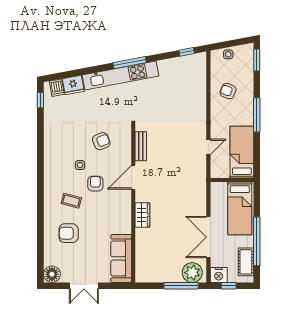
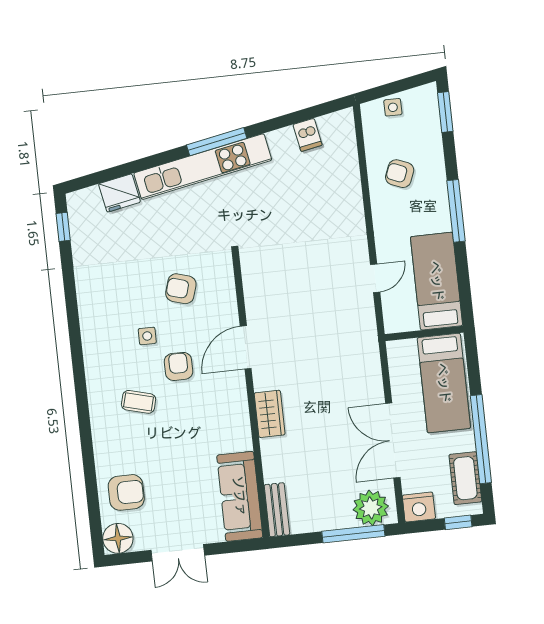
window: (187, 52) -> (317, 111), removed
dishwasher: (57, 88) -> (308, 135), moved
armchair: (101, 141) -> (181, 289), turned -141
bench: (141, 146) -> (277, 510), moved
armchair: (69, 233) -> (126, 492), moved, turned 180
window: (229, 286) -> (458, 522), moved

